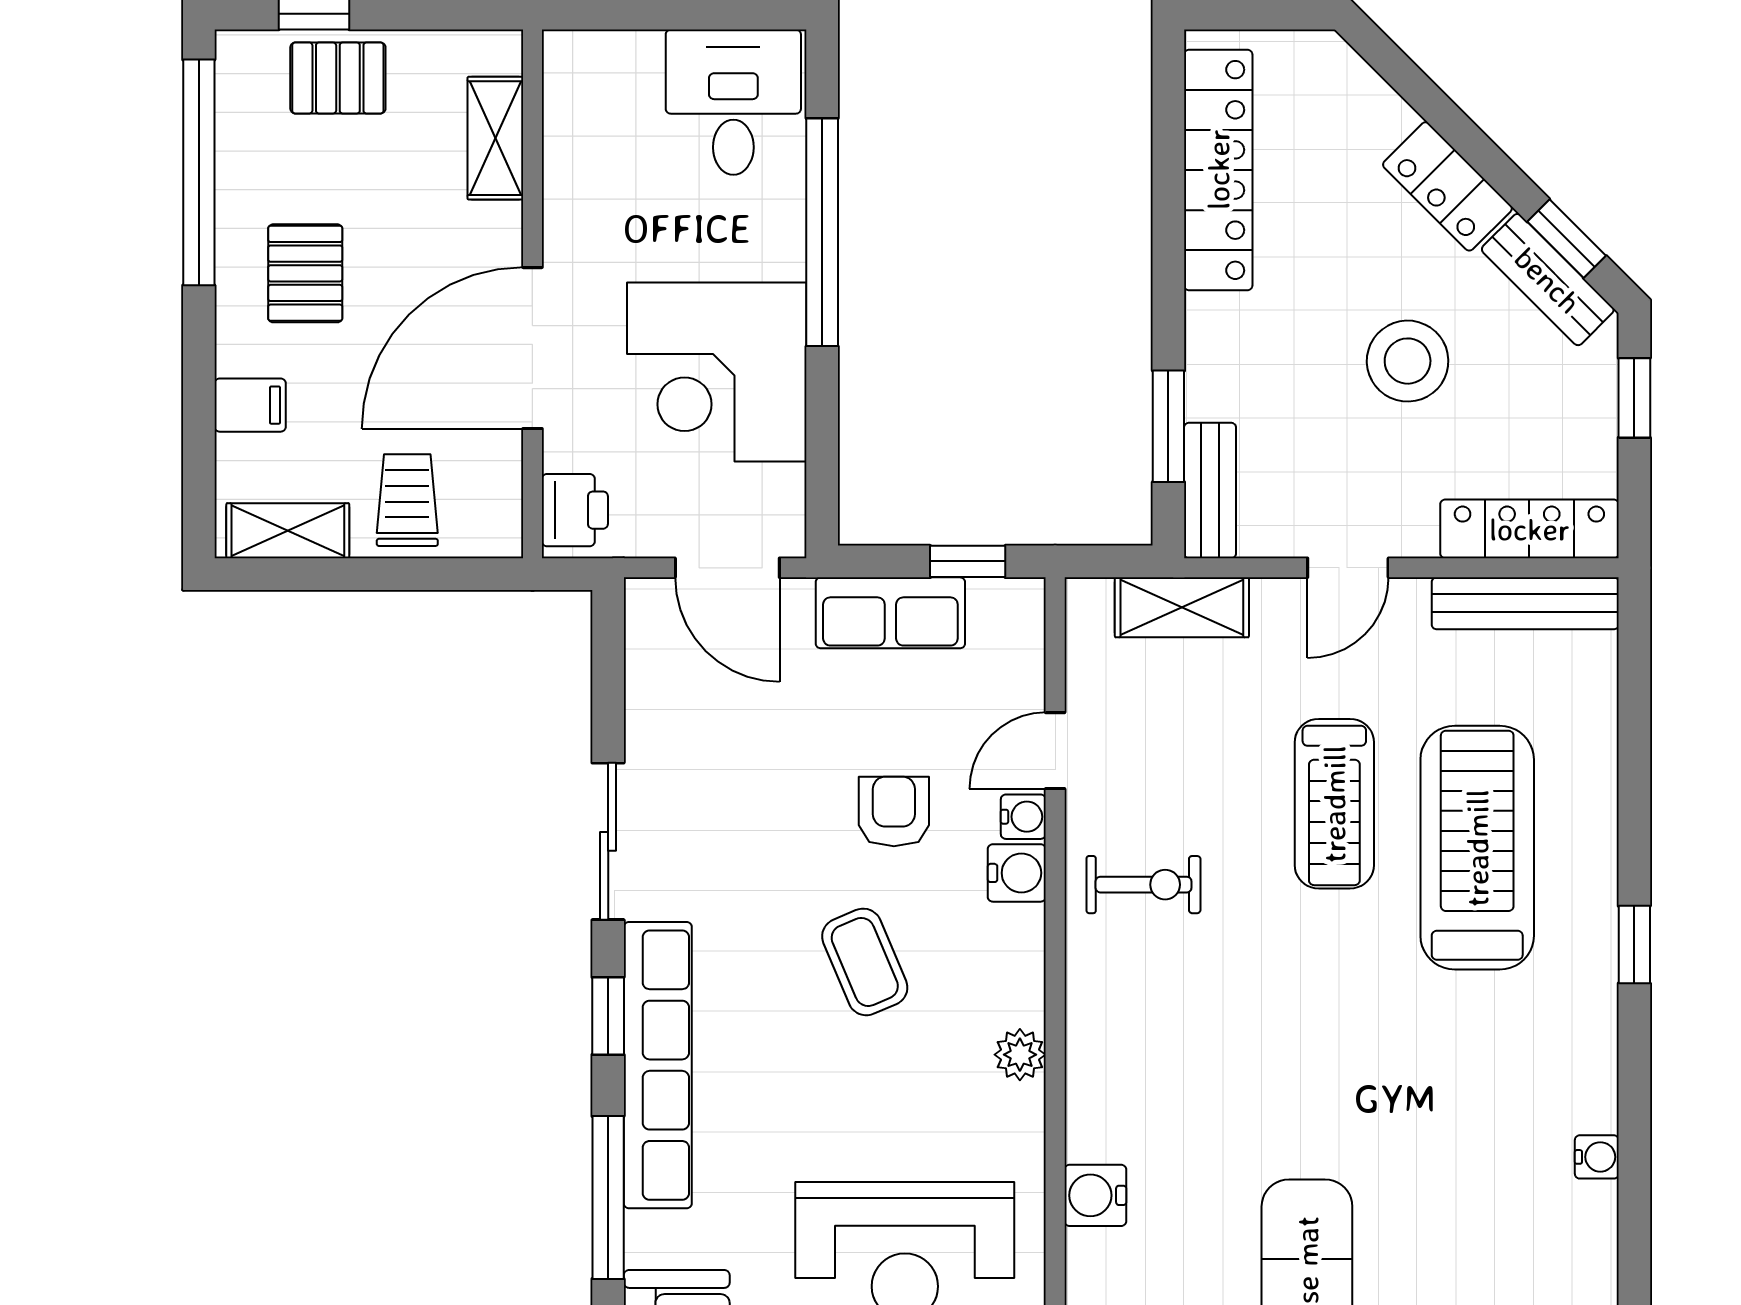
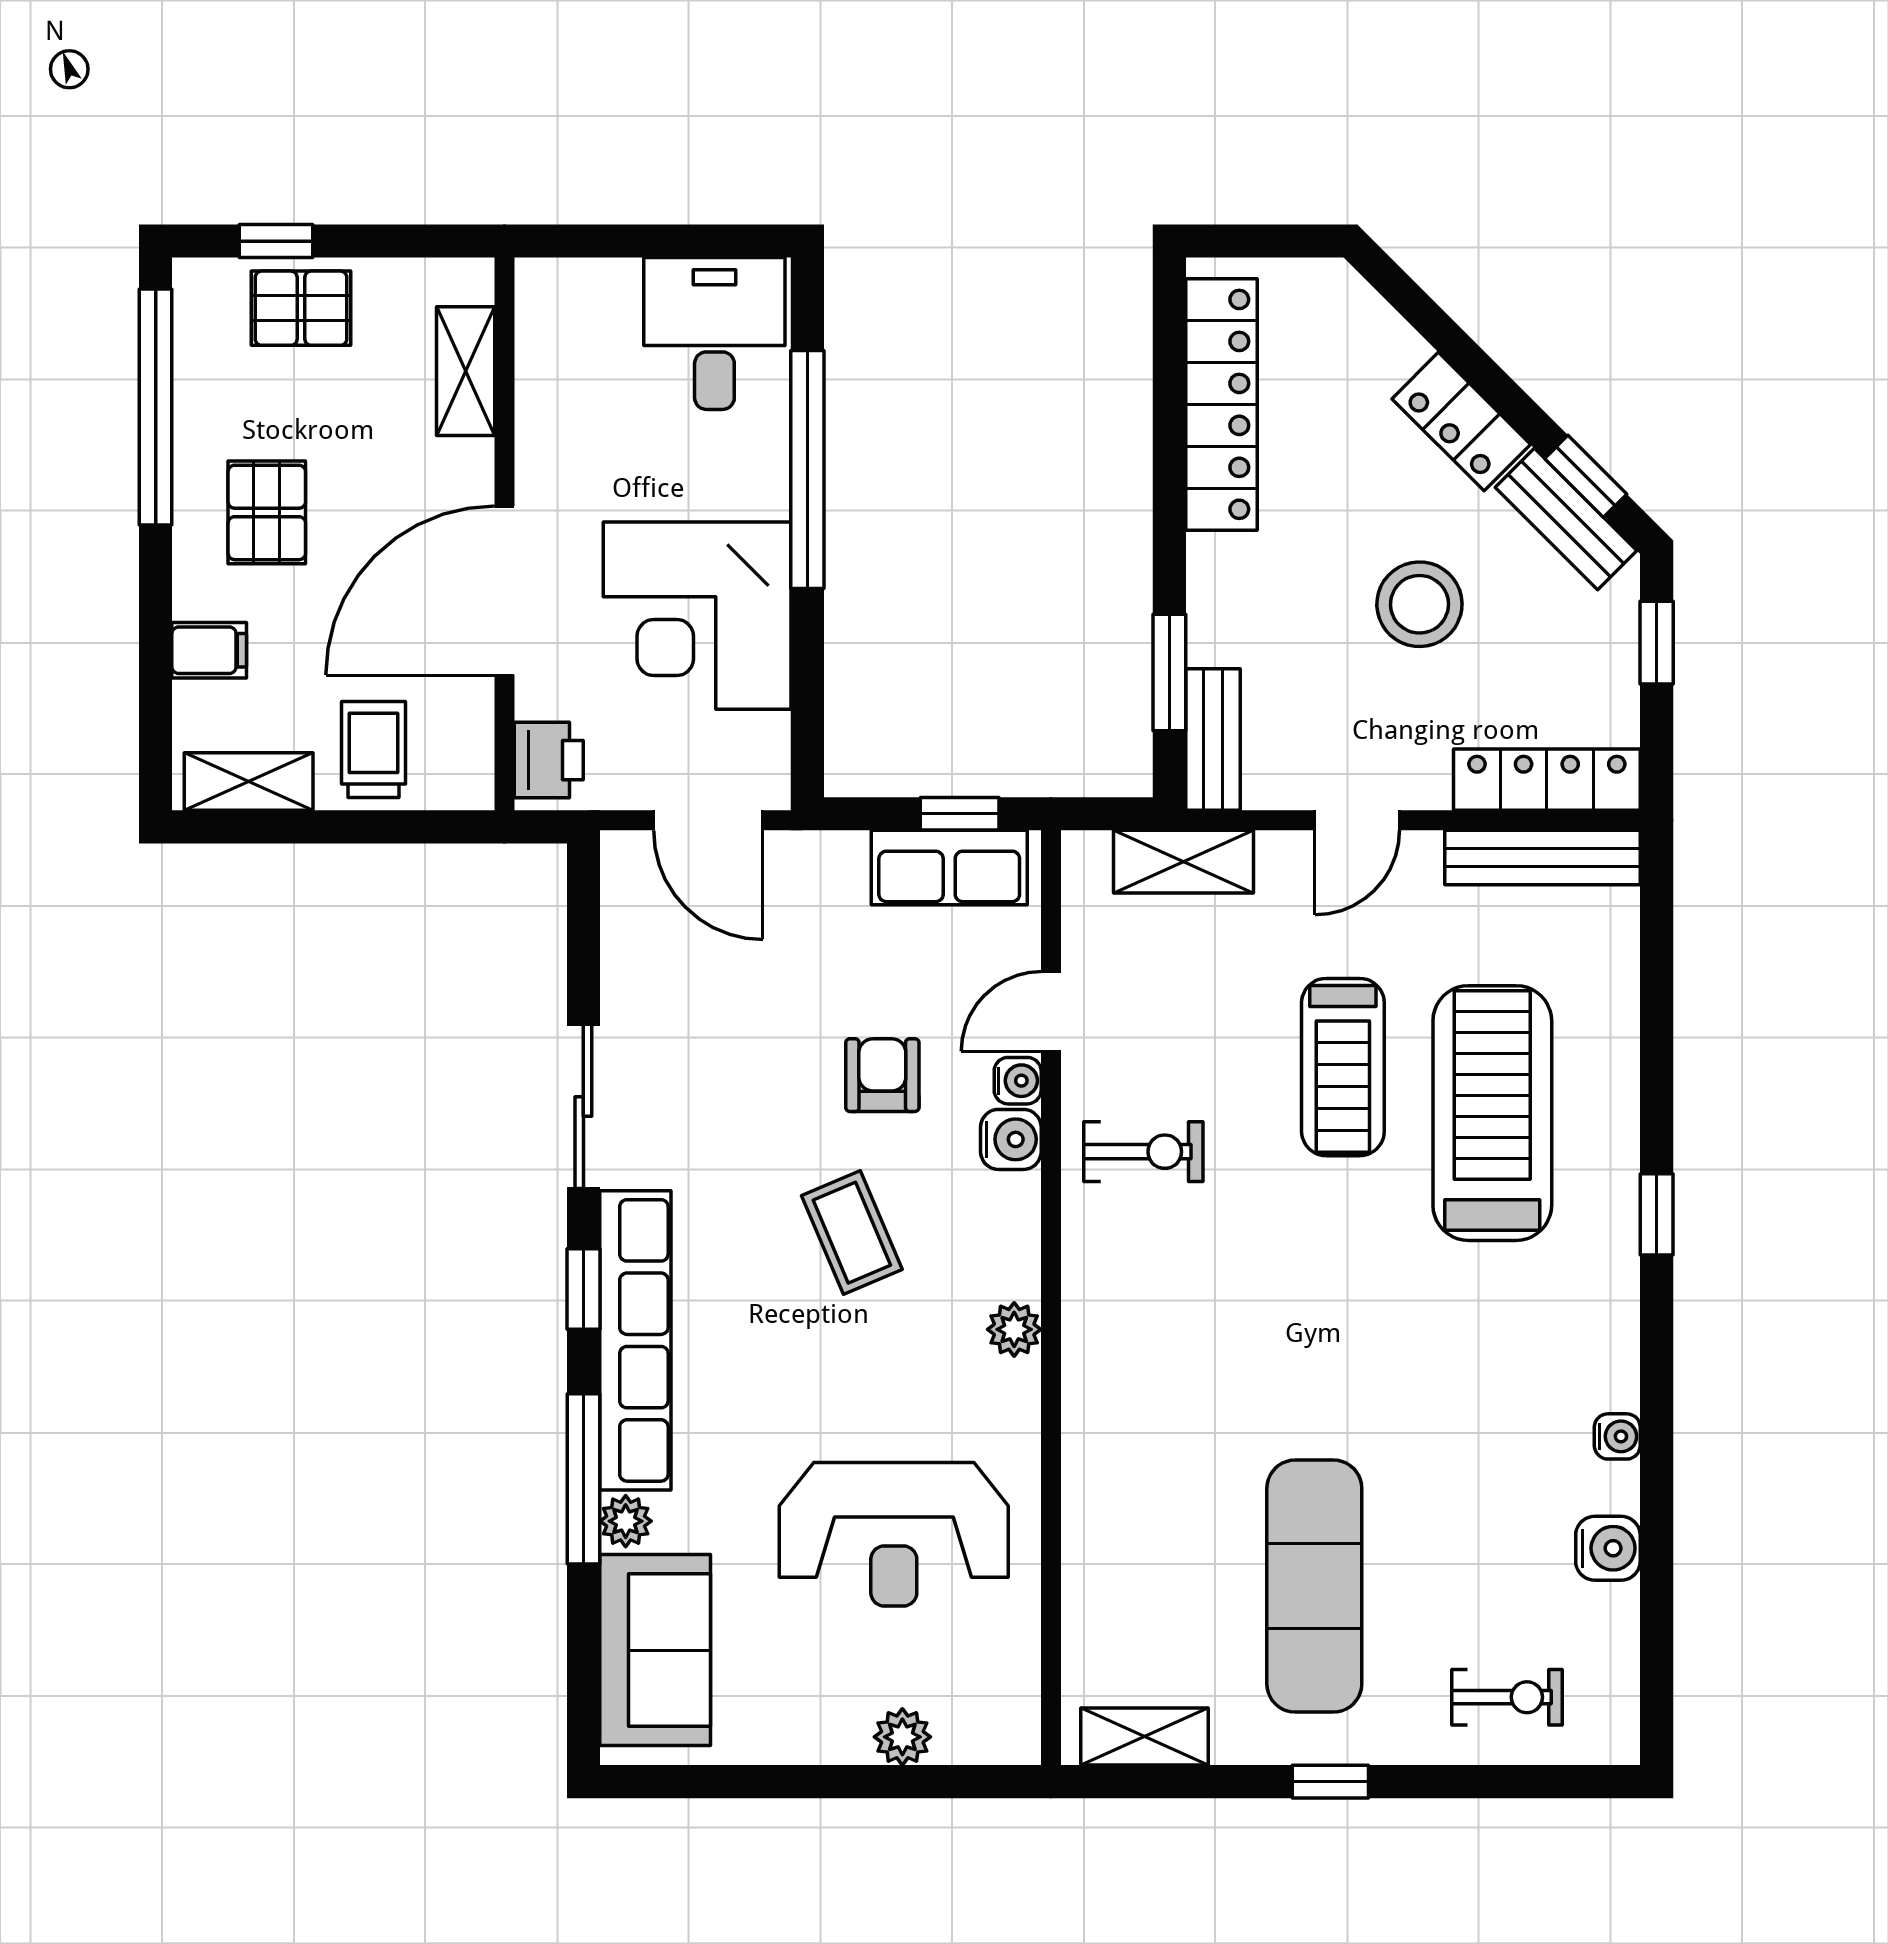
row of seats: (890, 613) -> (949, 867), moved
water cooler: (1095, 1195) -> (1608, 1548), moved, turned 180
plant: (648, 1238) -> (626, 1521), added

